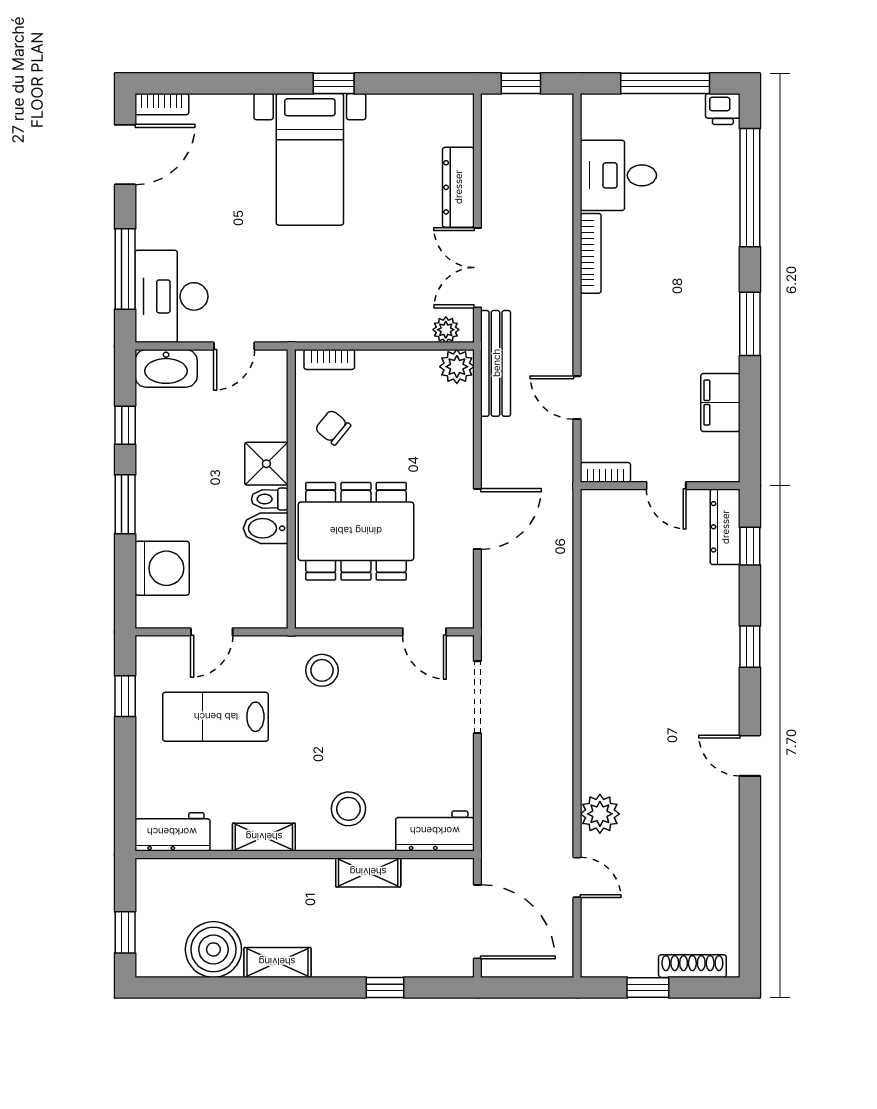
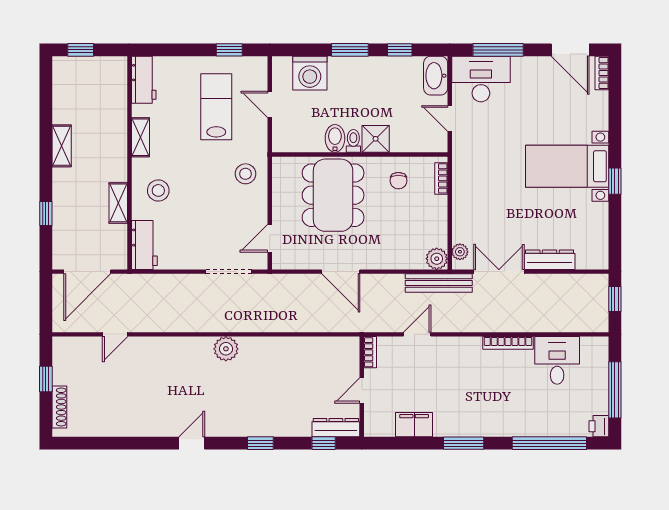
chair: (333, 427) -> (398, 181), turned 141
plant: (600, 814) -> (226, 349), moved
boiler: (213, 949) -> (70, 105), removed

